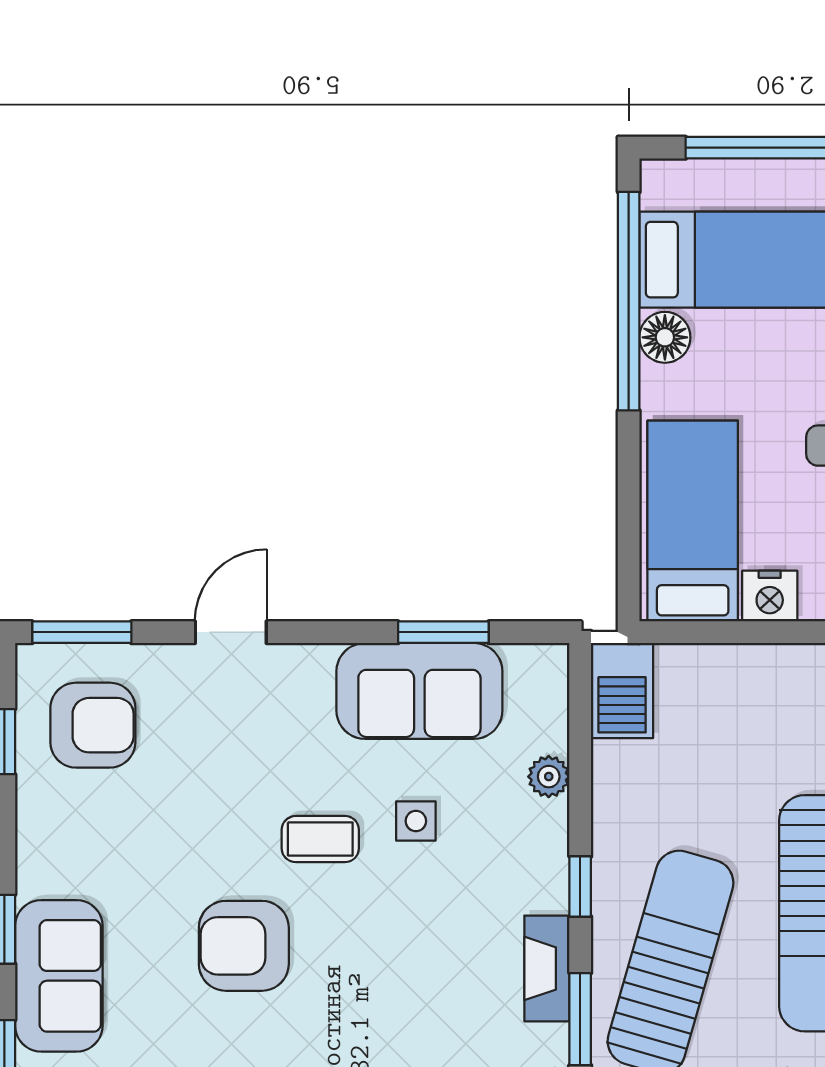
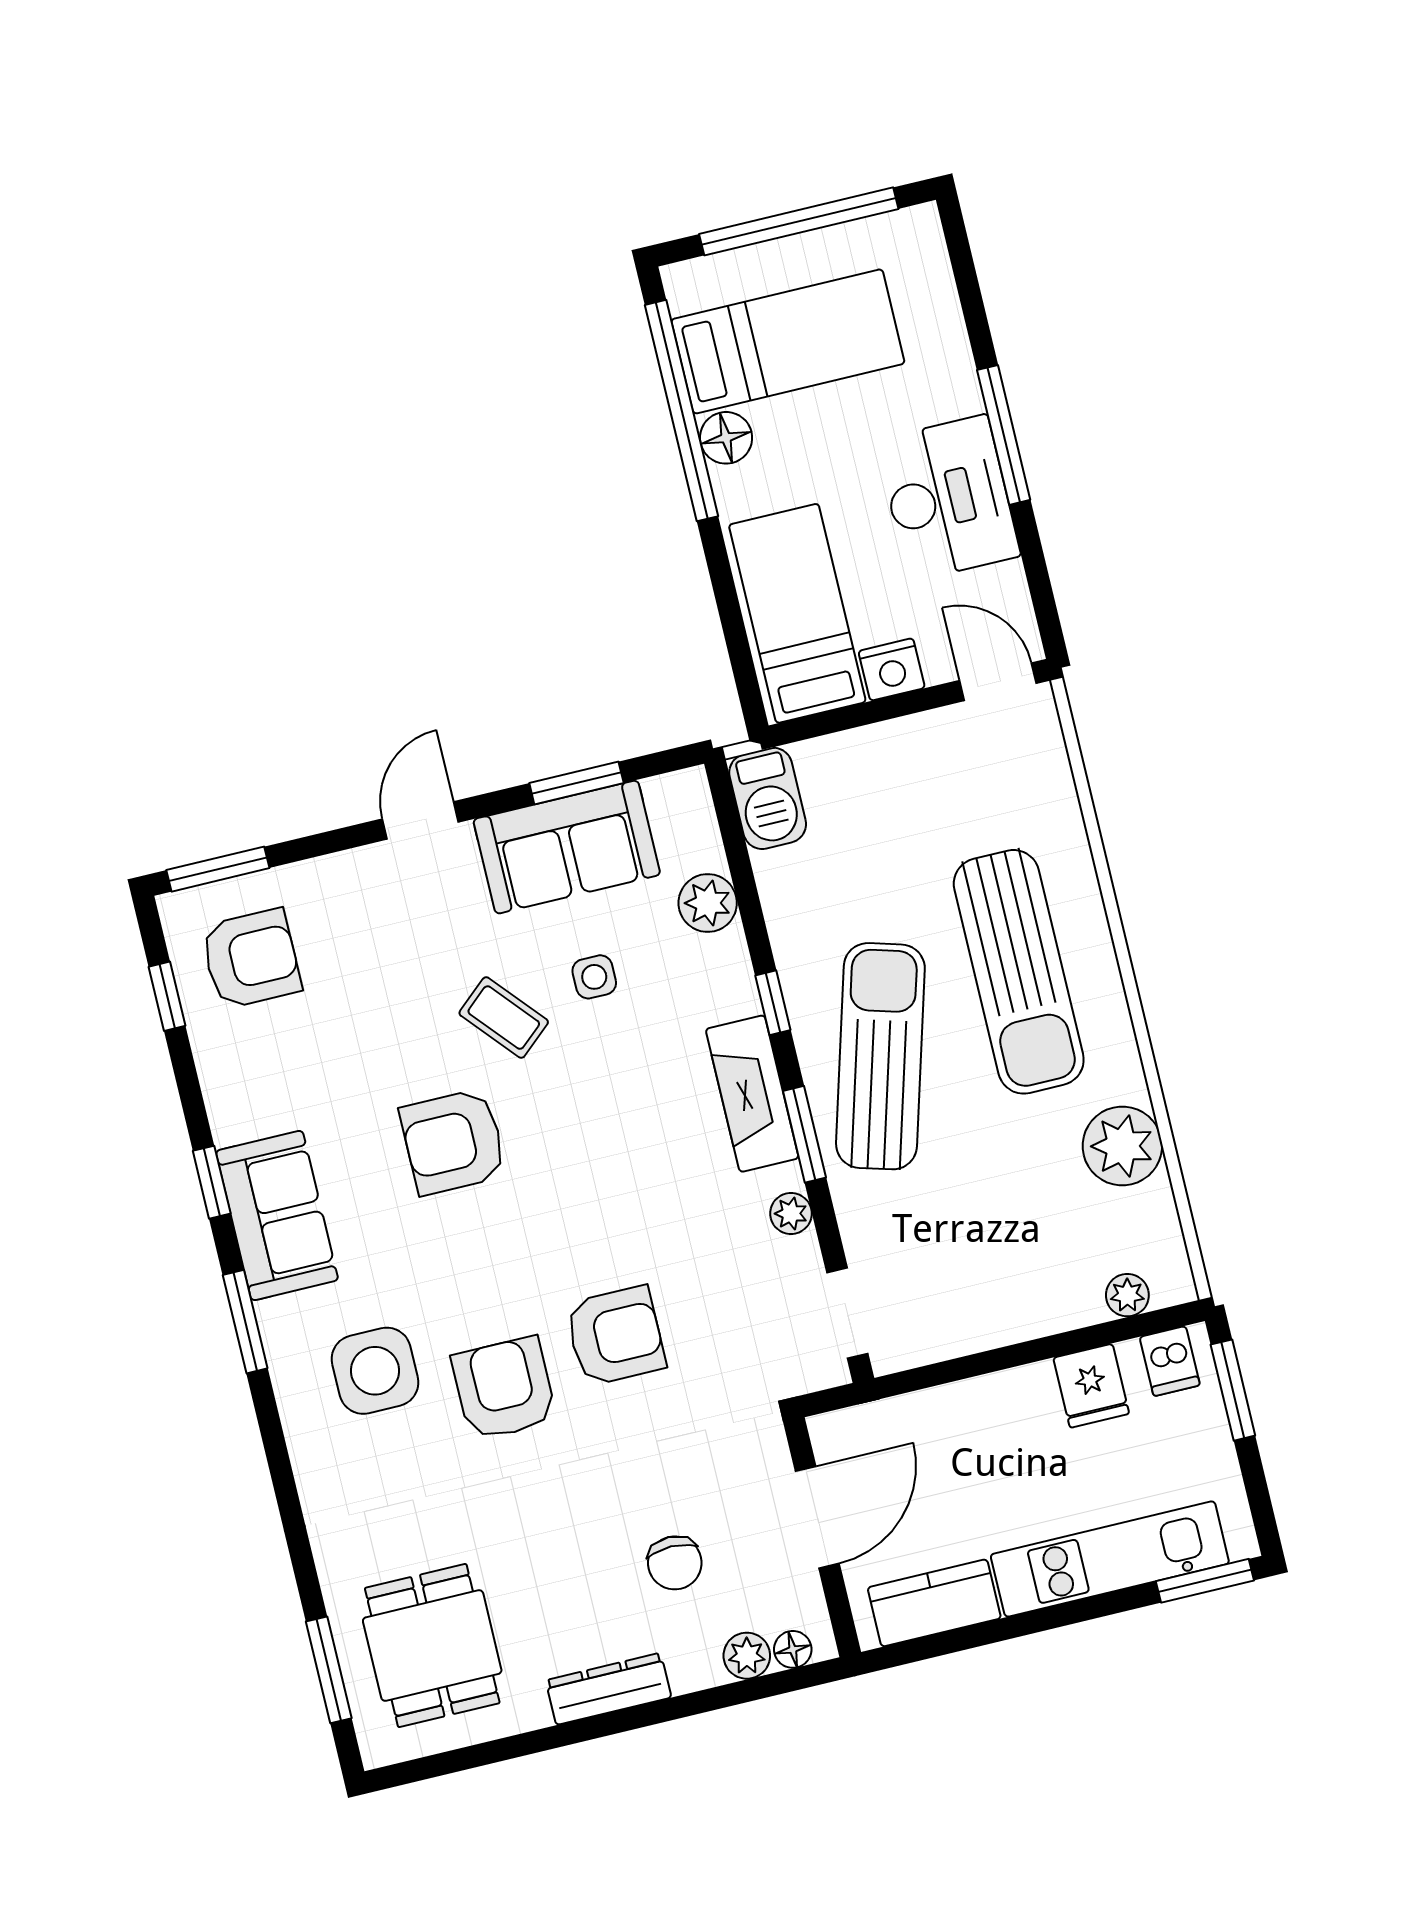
door: (231, 632) -> (420, 820), moved
plant: (549, 777) -> (708, 903), width x1.38, depth x1.38
coffee table: (320, 839) -> (504, 1018), turned 49
fireplace: (547, 968) -> (752, 1094), width x1.37, depth x1.32

